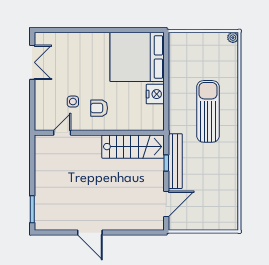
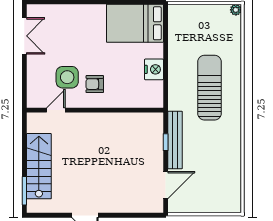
bed: (137, 57) -> (135, 23), width x0.73
side table: (73, 102) -> (67, 77), width x1.87, depth x1.87
stairs: (133, 147) -> (39, 166), moved, turned -90

